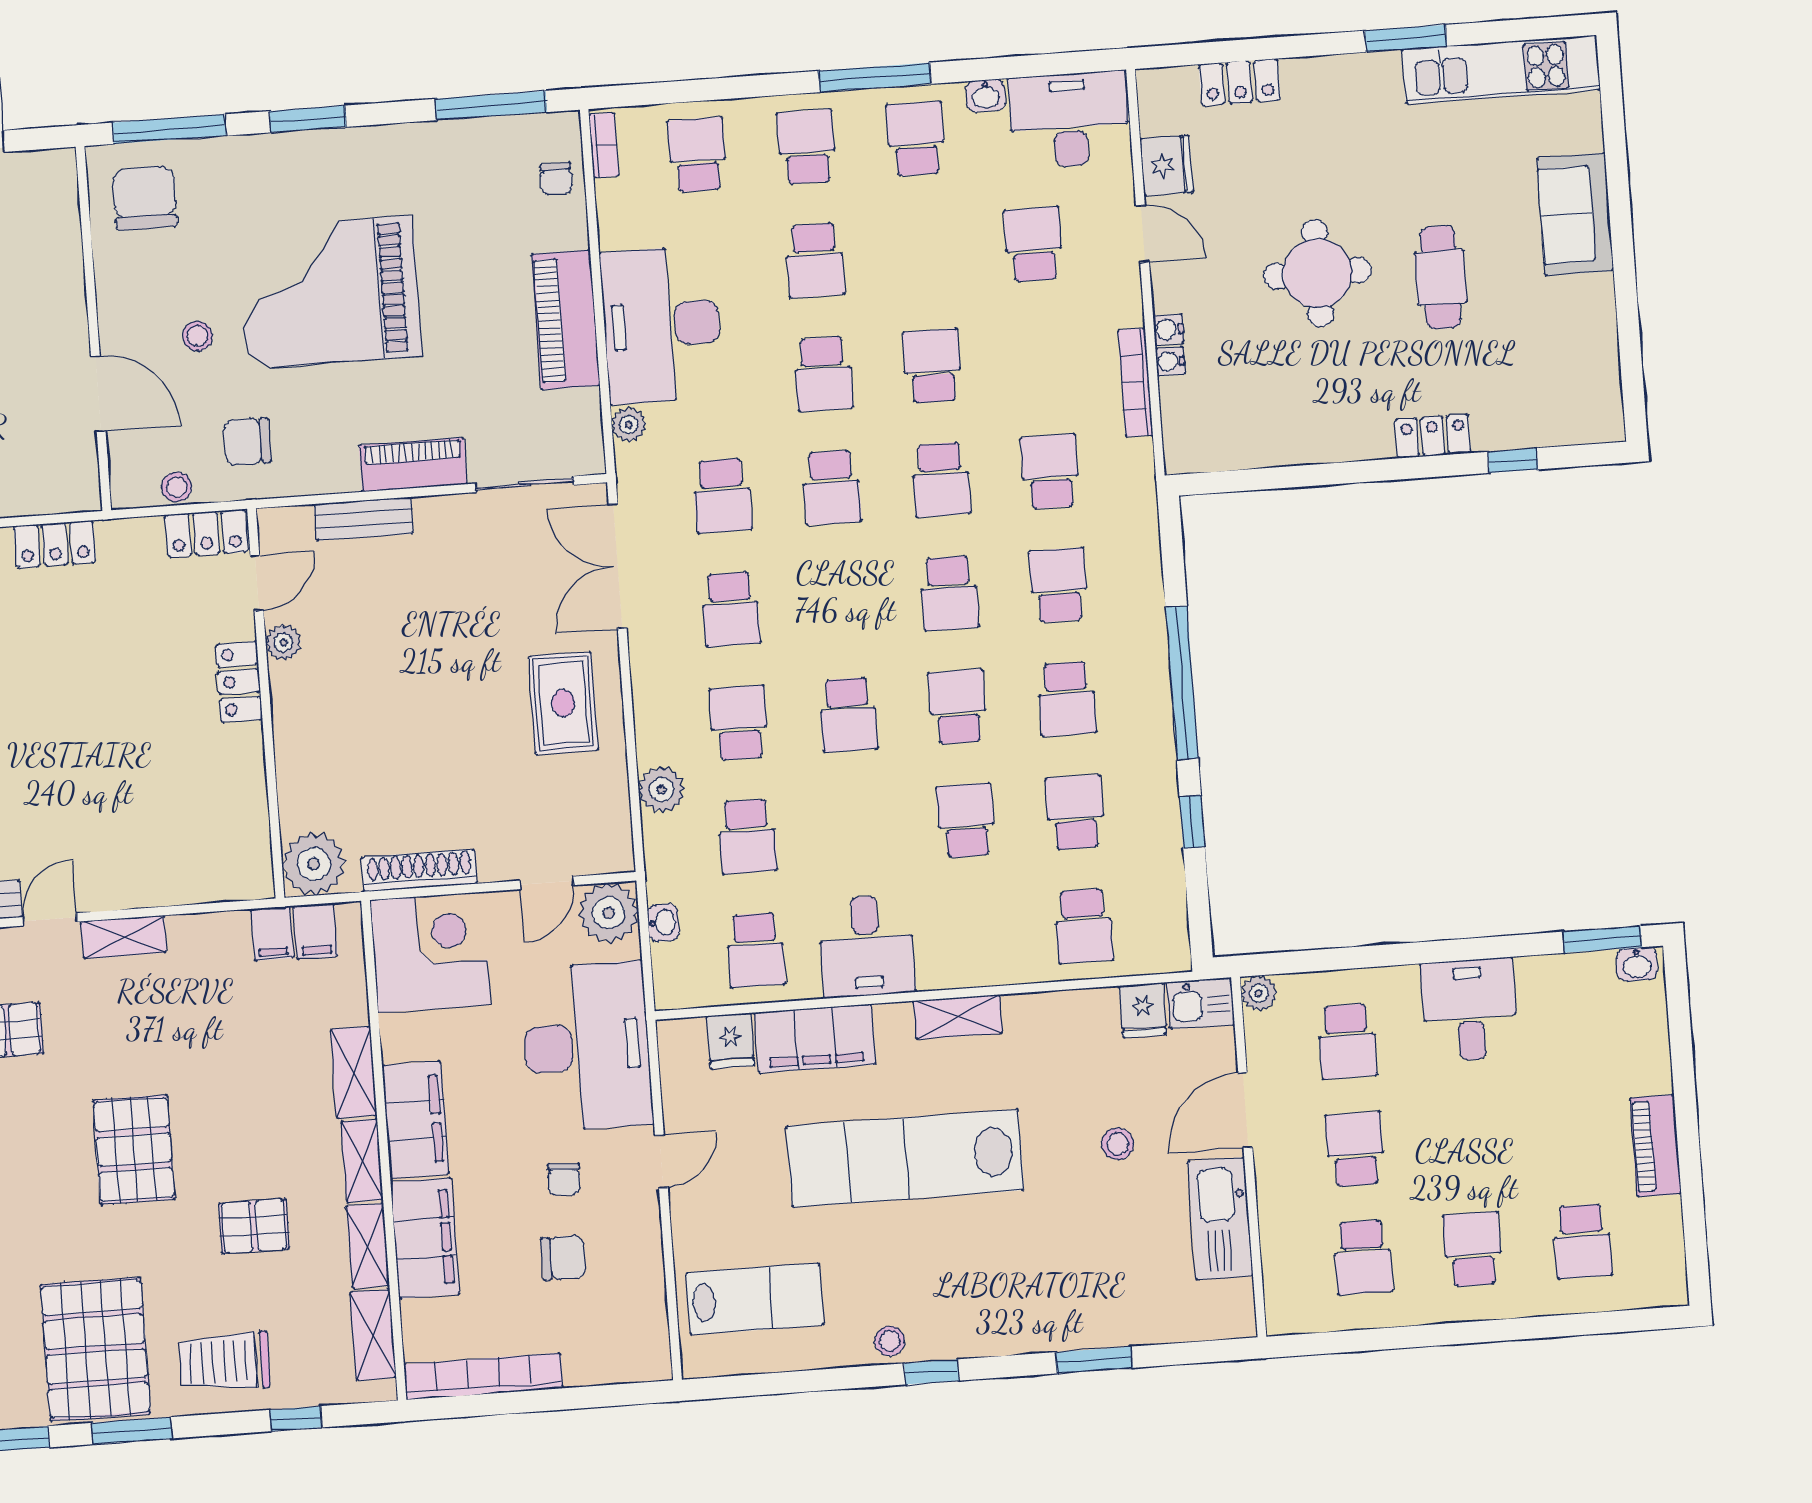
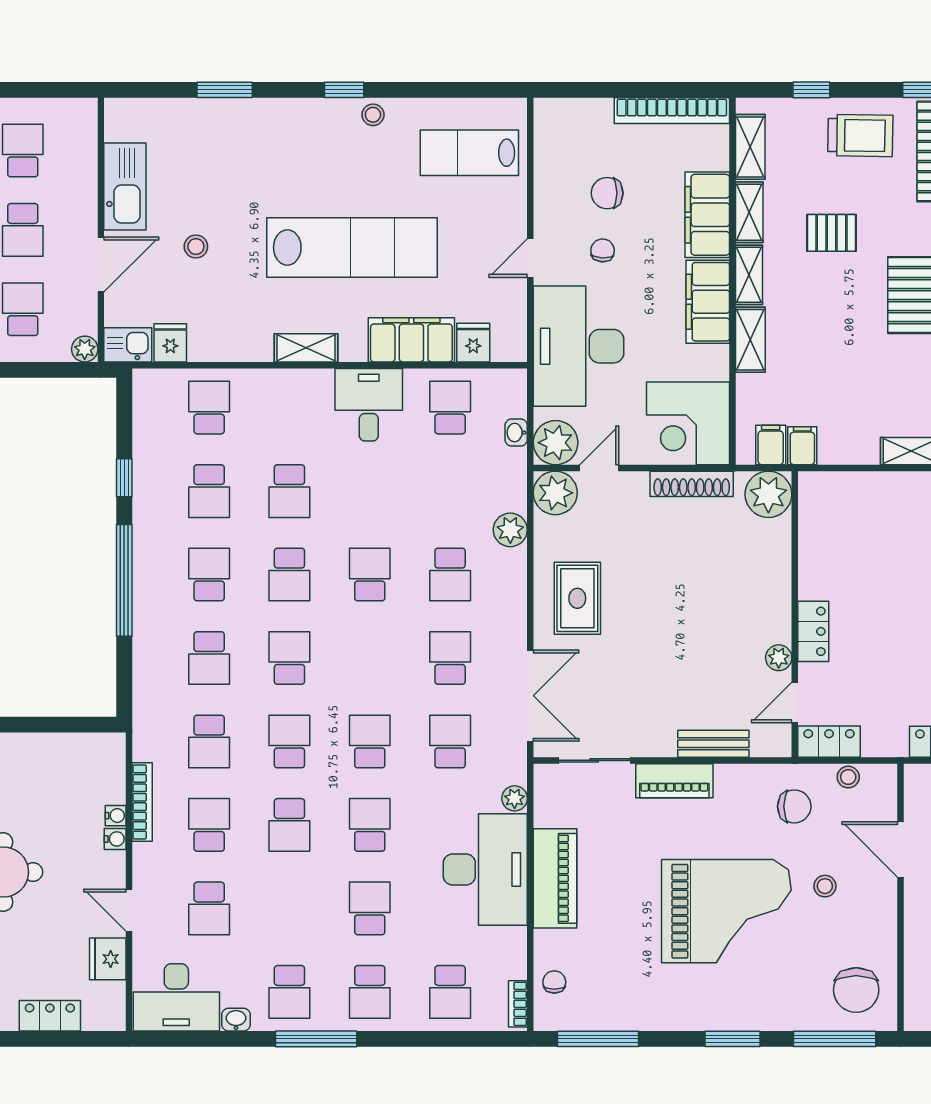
school desk: (747, 836) -> (209, 825), moved
plant: (604, 844) -> (555, 493), added

